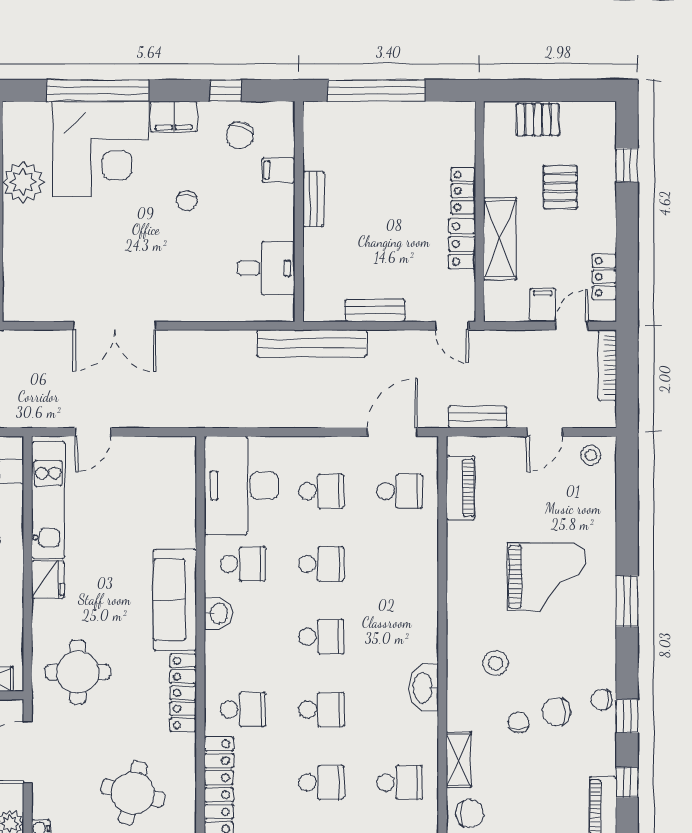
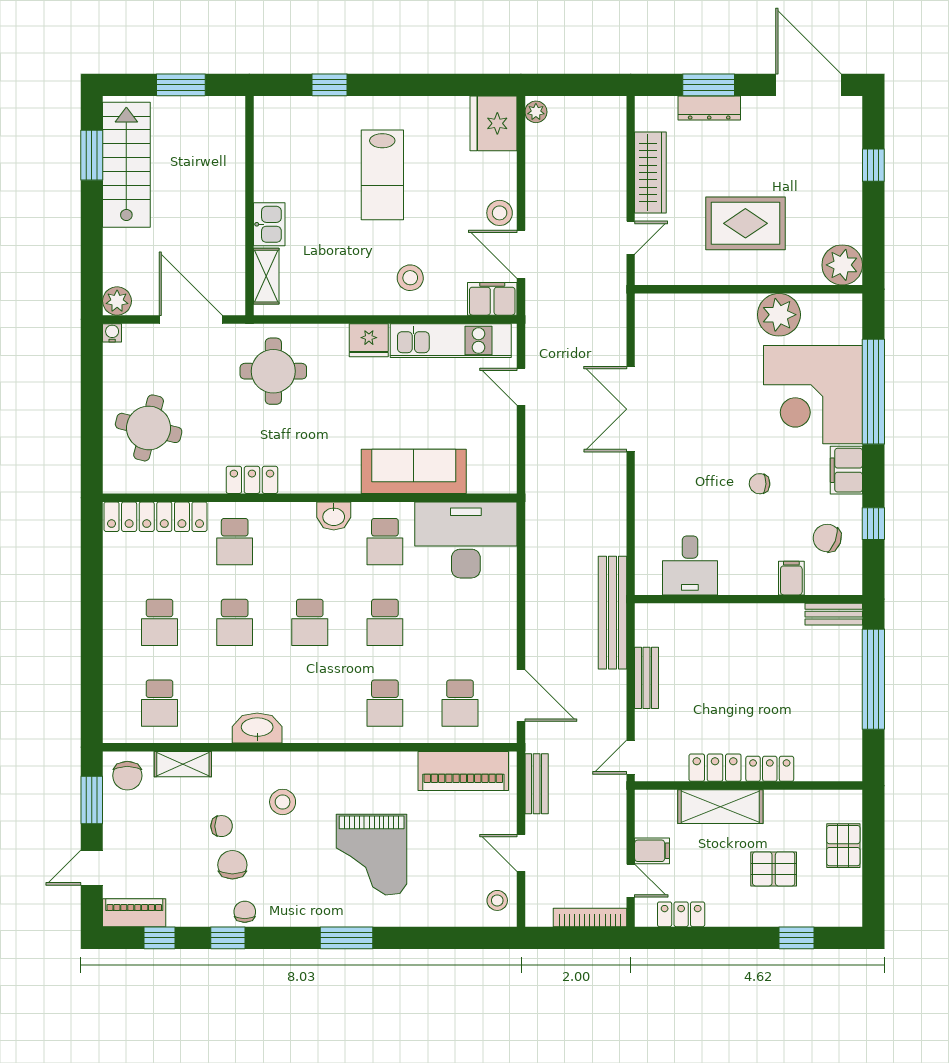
bench: (313, 199) -> (834, 614), moved
piano: (461, 488) -> (463, 771), width x1.37, depth x1.33
school desk: (321, 491) -> (385, 703), moved
sofa: (175, 600) -> (414, 471), moved
locker: (183, 693) -> (252, 480), width x0.66

